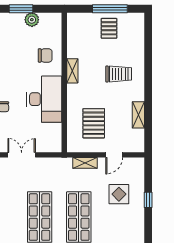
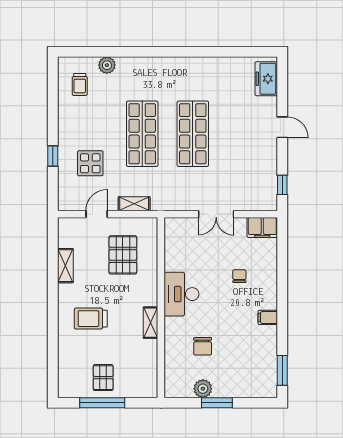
chair: (45, 55) -> (203, 346), moved, turned -90
desk: (44, 99) -> (181, 294), width x0.73, depth x0.77

